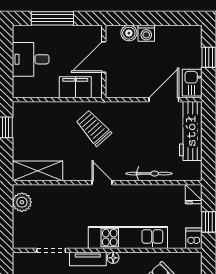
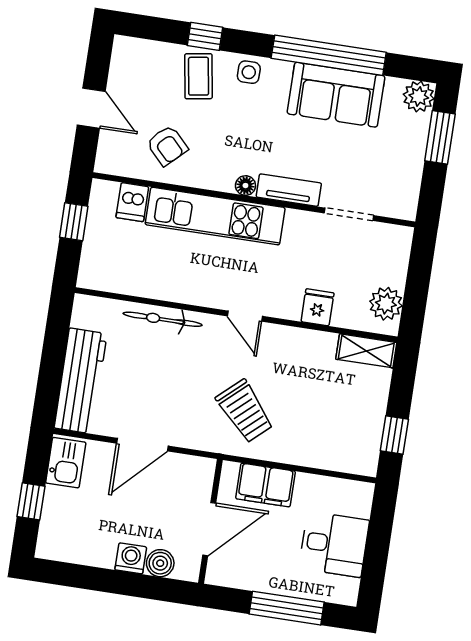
door: (164, 100) -> (142, 445), moved
shelving: (37, 171) -> (366, 351), width x0.67, depth x0.75
fridge: (194, 194) -> (317, 307), moved
dishwasher: (194, 238) -> (132, 202), moved

